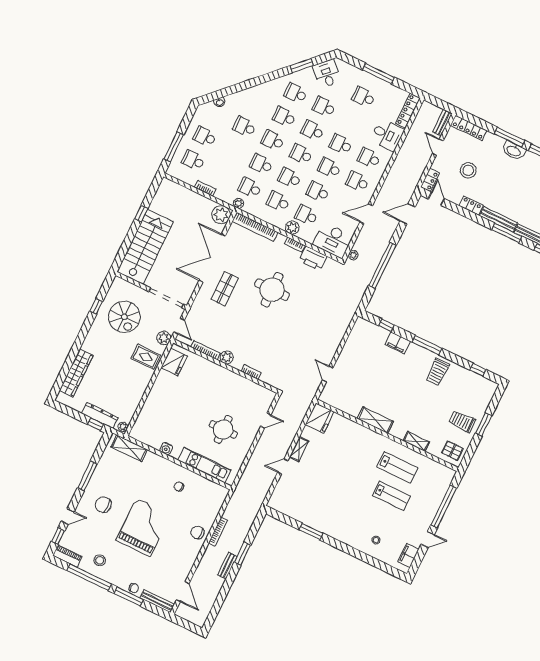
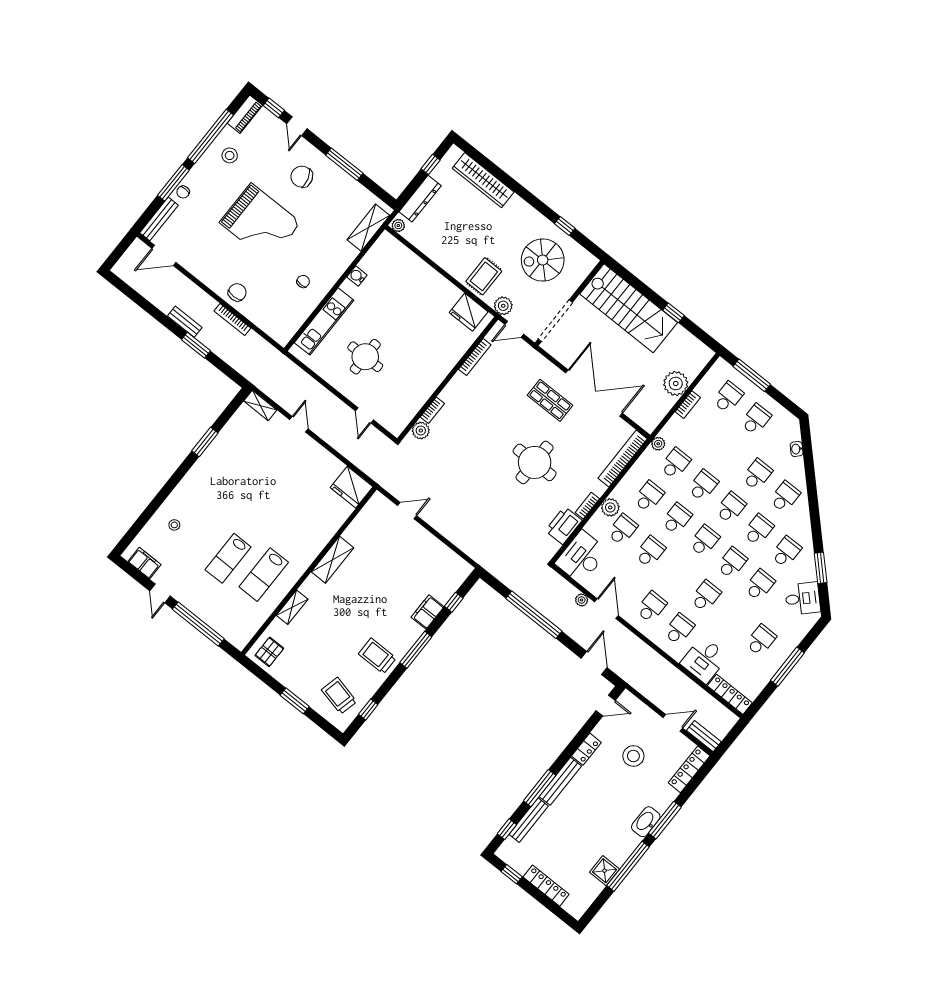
school desk: (329, 168) -> (785, 497), moved
locker: (430, 180) -> (632, 703), removed
plant: (221, 215) -> (676, 383), moved
plant: (353, 255) -> (582, 600), moved
plant: (227, 357) -> (421, 431), moved
trolley: (462, 421) -> (339, 696), moved, turned -77
window: (96, 424) -> (431, 164), moved
shelving: (299, 449) -> (260, 406), moved
chair: (103, 505) -> (302, 177), turned -106

